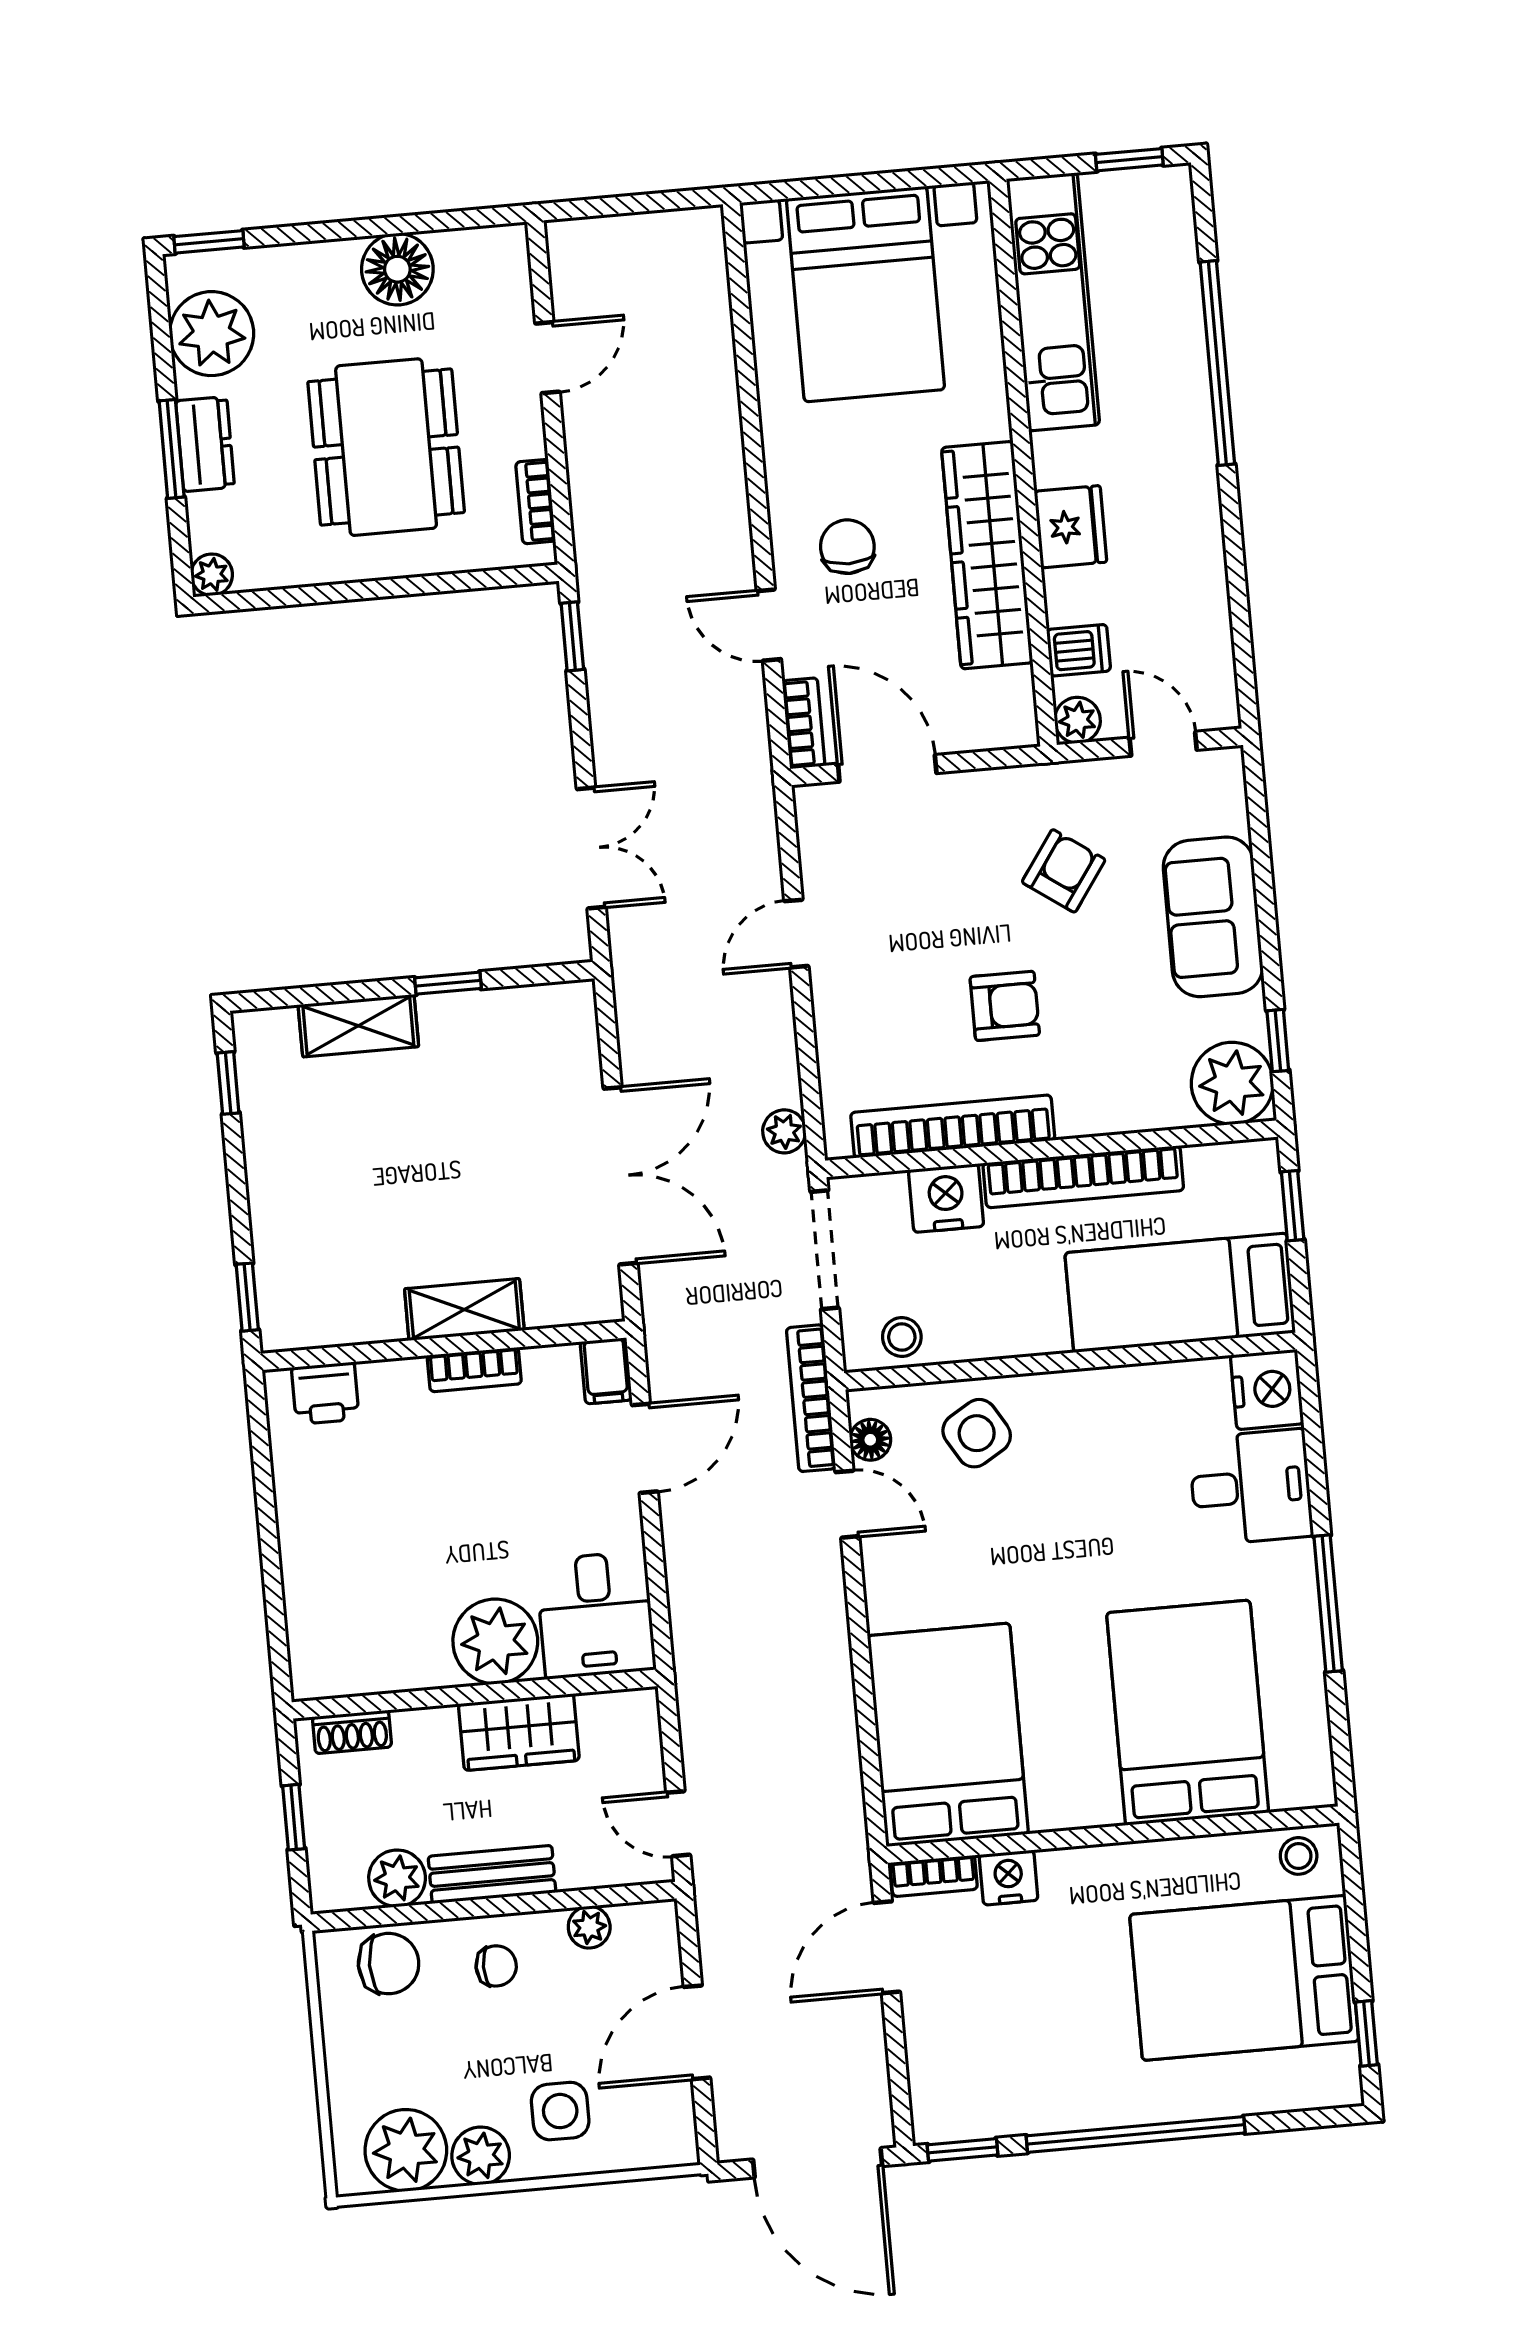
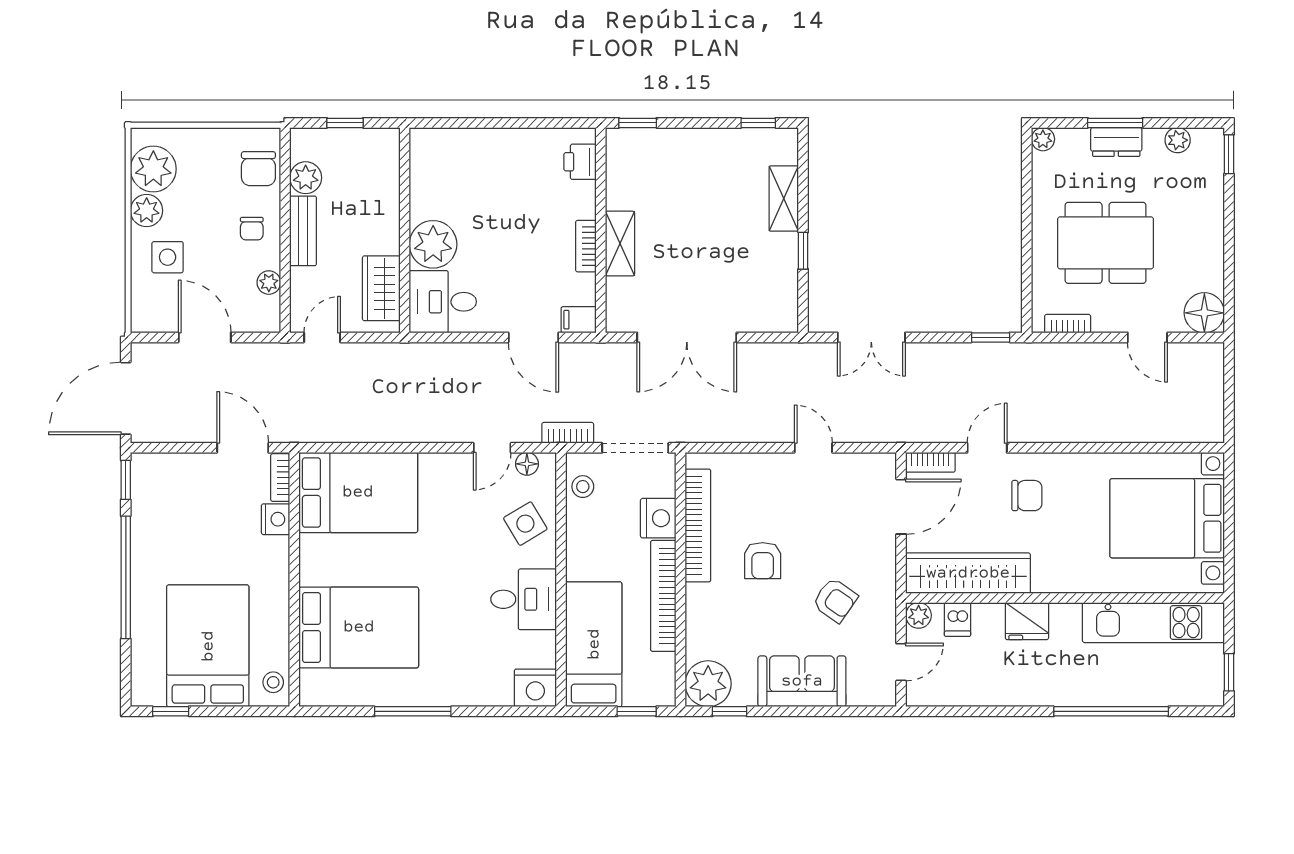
floor lamp: (397, 269) -> (1204, 313), moved
plant: (212, 334) -> (1178, 140), width x0.53, depth x0.53
wardrobe: (987, 555) -> (968, 573), moved
plant: (784, 1131) -> (703, 431), removed
bookcase: (811, 1398) -> (568, 433), width x0.64
desk: (1251, 1487) -> (524, 599), moved, turned -90
shoe rack: (352, 1732) -> (390, 160), removed
wardrobe: (519, 1732) -> (381, 288), moved

